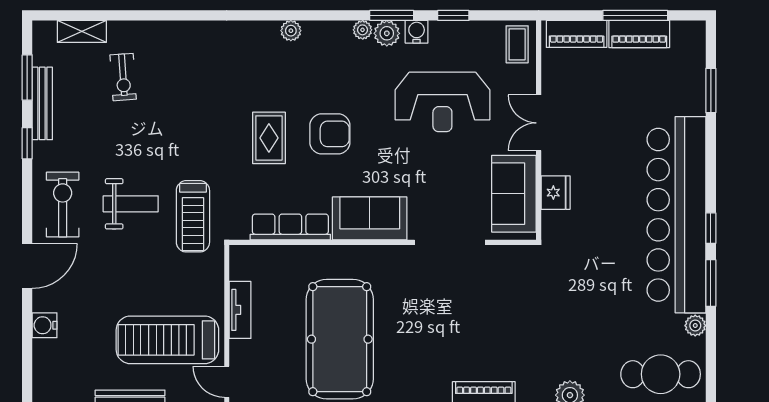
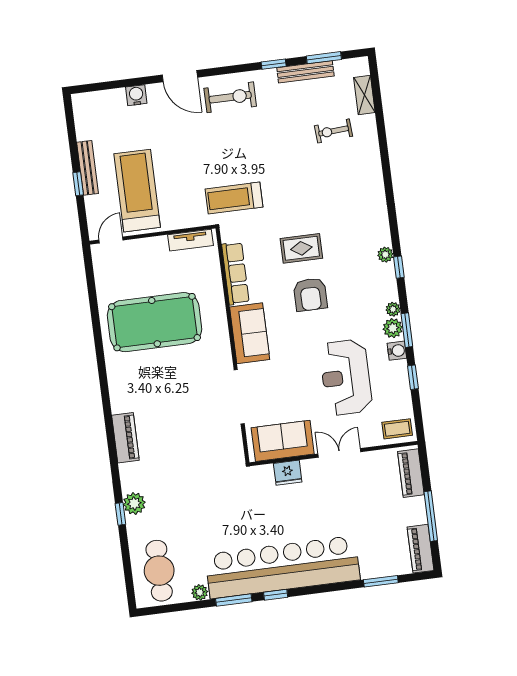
window: (309, 15) -> (399, 267), added
piano: (639, 34) -> (420, 549), moved
weight bench: (131, 204) -> (237, 149), removed
tv unit: (240, 310) -> (190, 240), moved

